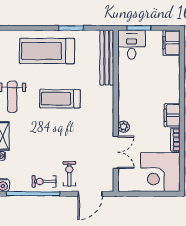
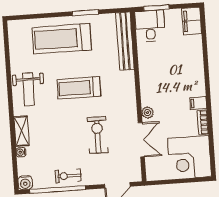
filing cabinet: (172, 115) -> (198, 103), width x0.50
exercise bike: (69, 174) -> (97, 135), moved, width x1.38, depth x1.39

